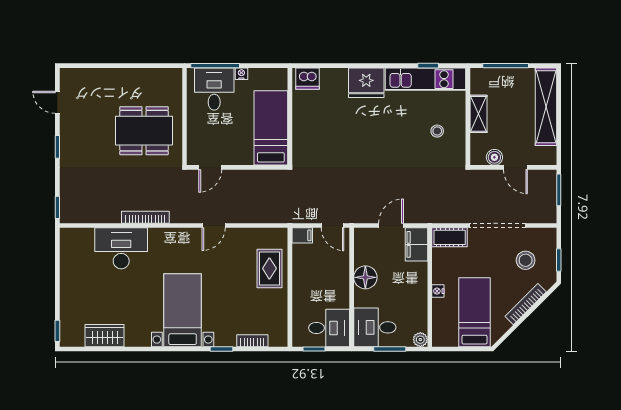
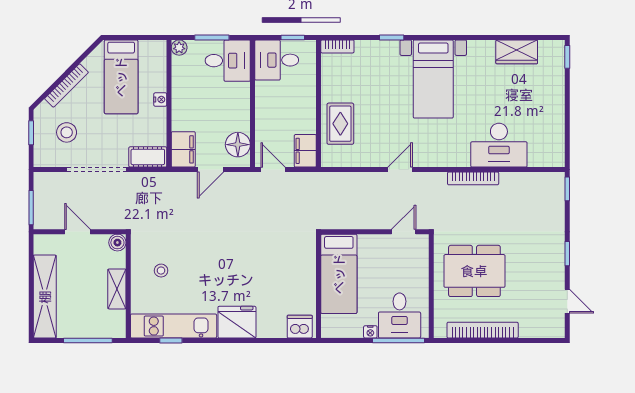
bookcase: (136, 75) -> (483, 330), added
boiler: (494, 157) -> (117, 243), moved
filing cabinet: (302, 235) -> (305, 151), width x2.00
floor lamp: (365, 277) -> (238, 145), moved
bookcase: (252, 341) -> (337, 46), moved

